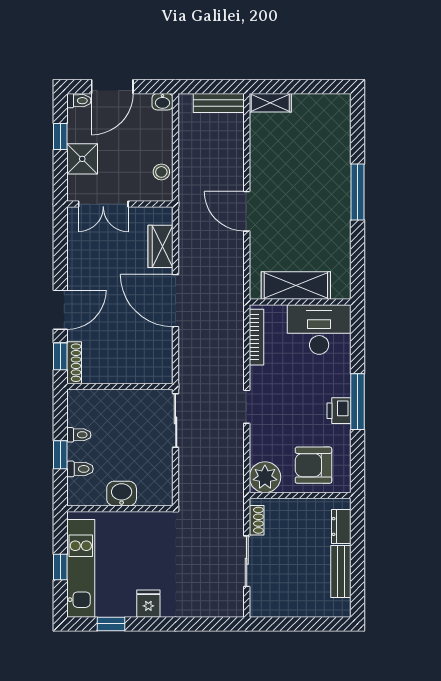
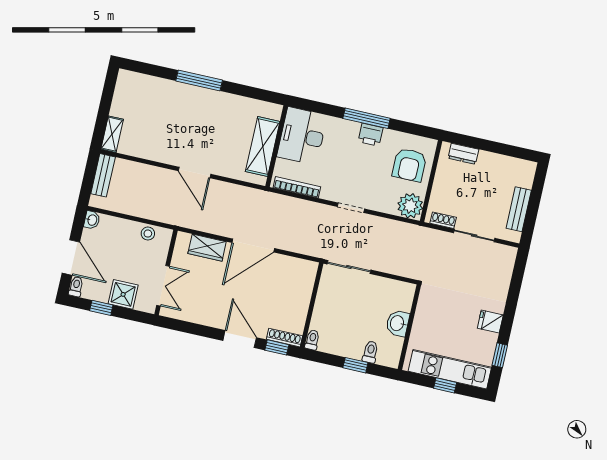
door: (247, 211) -> (195, 172), hinge flipped
toilet: (79, 435) -> (312, 340), moved
bench: (341, 572) -> (519, 209), moved, turned 90

